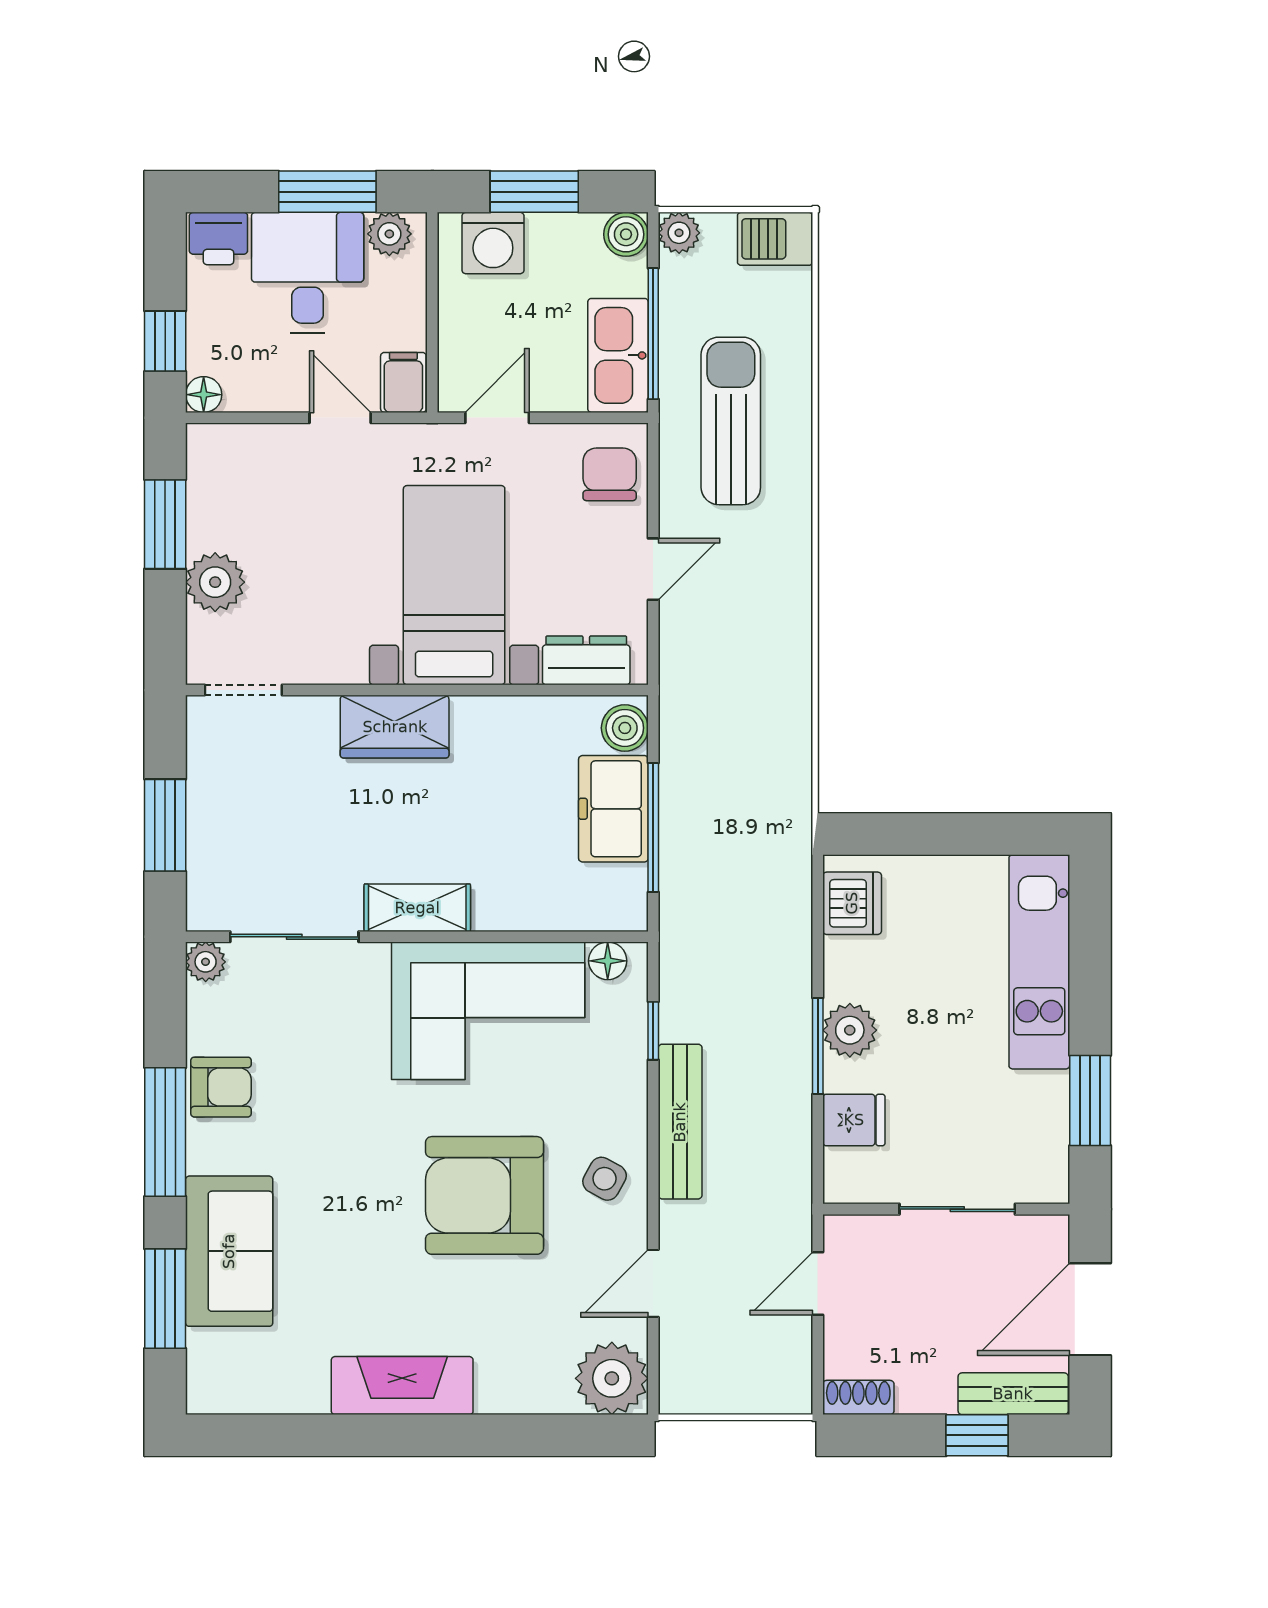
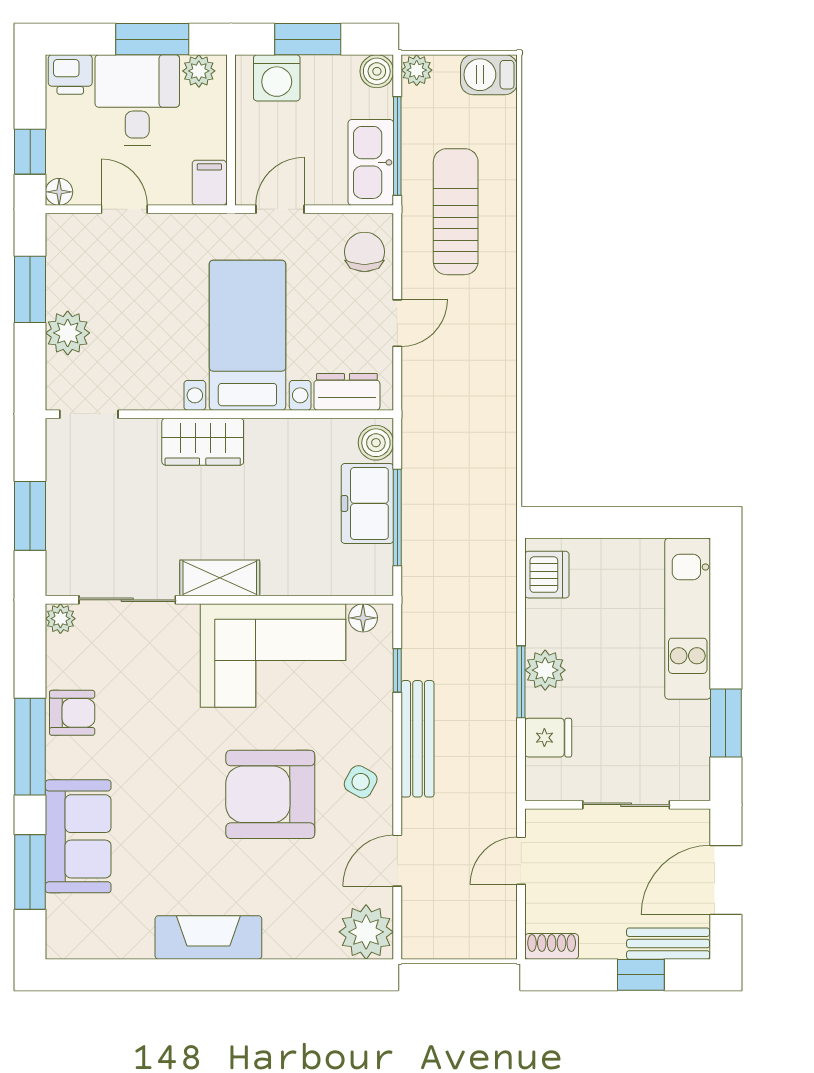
door: (340, 418) -> (124, 209), moved

